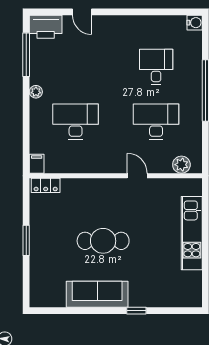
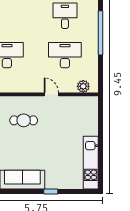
kitchen unit: (192, 233) -> (91, 163), moved
cafe table: (103, 241) -> (24, 120), moved, width x0.73, depth x0.74

